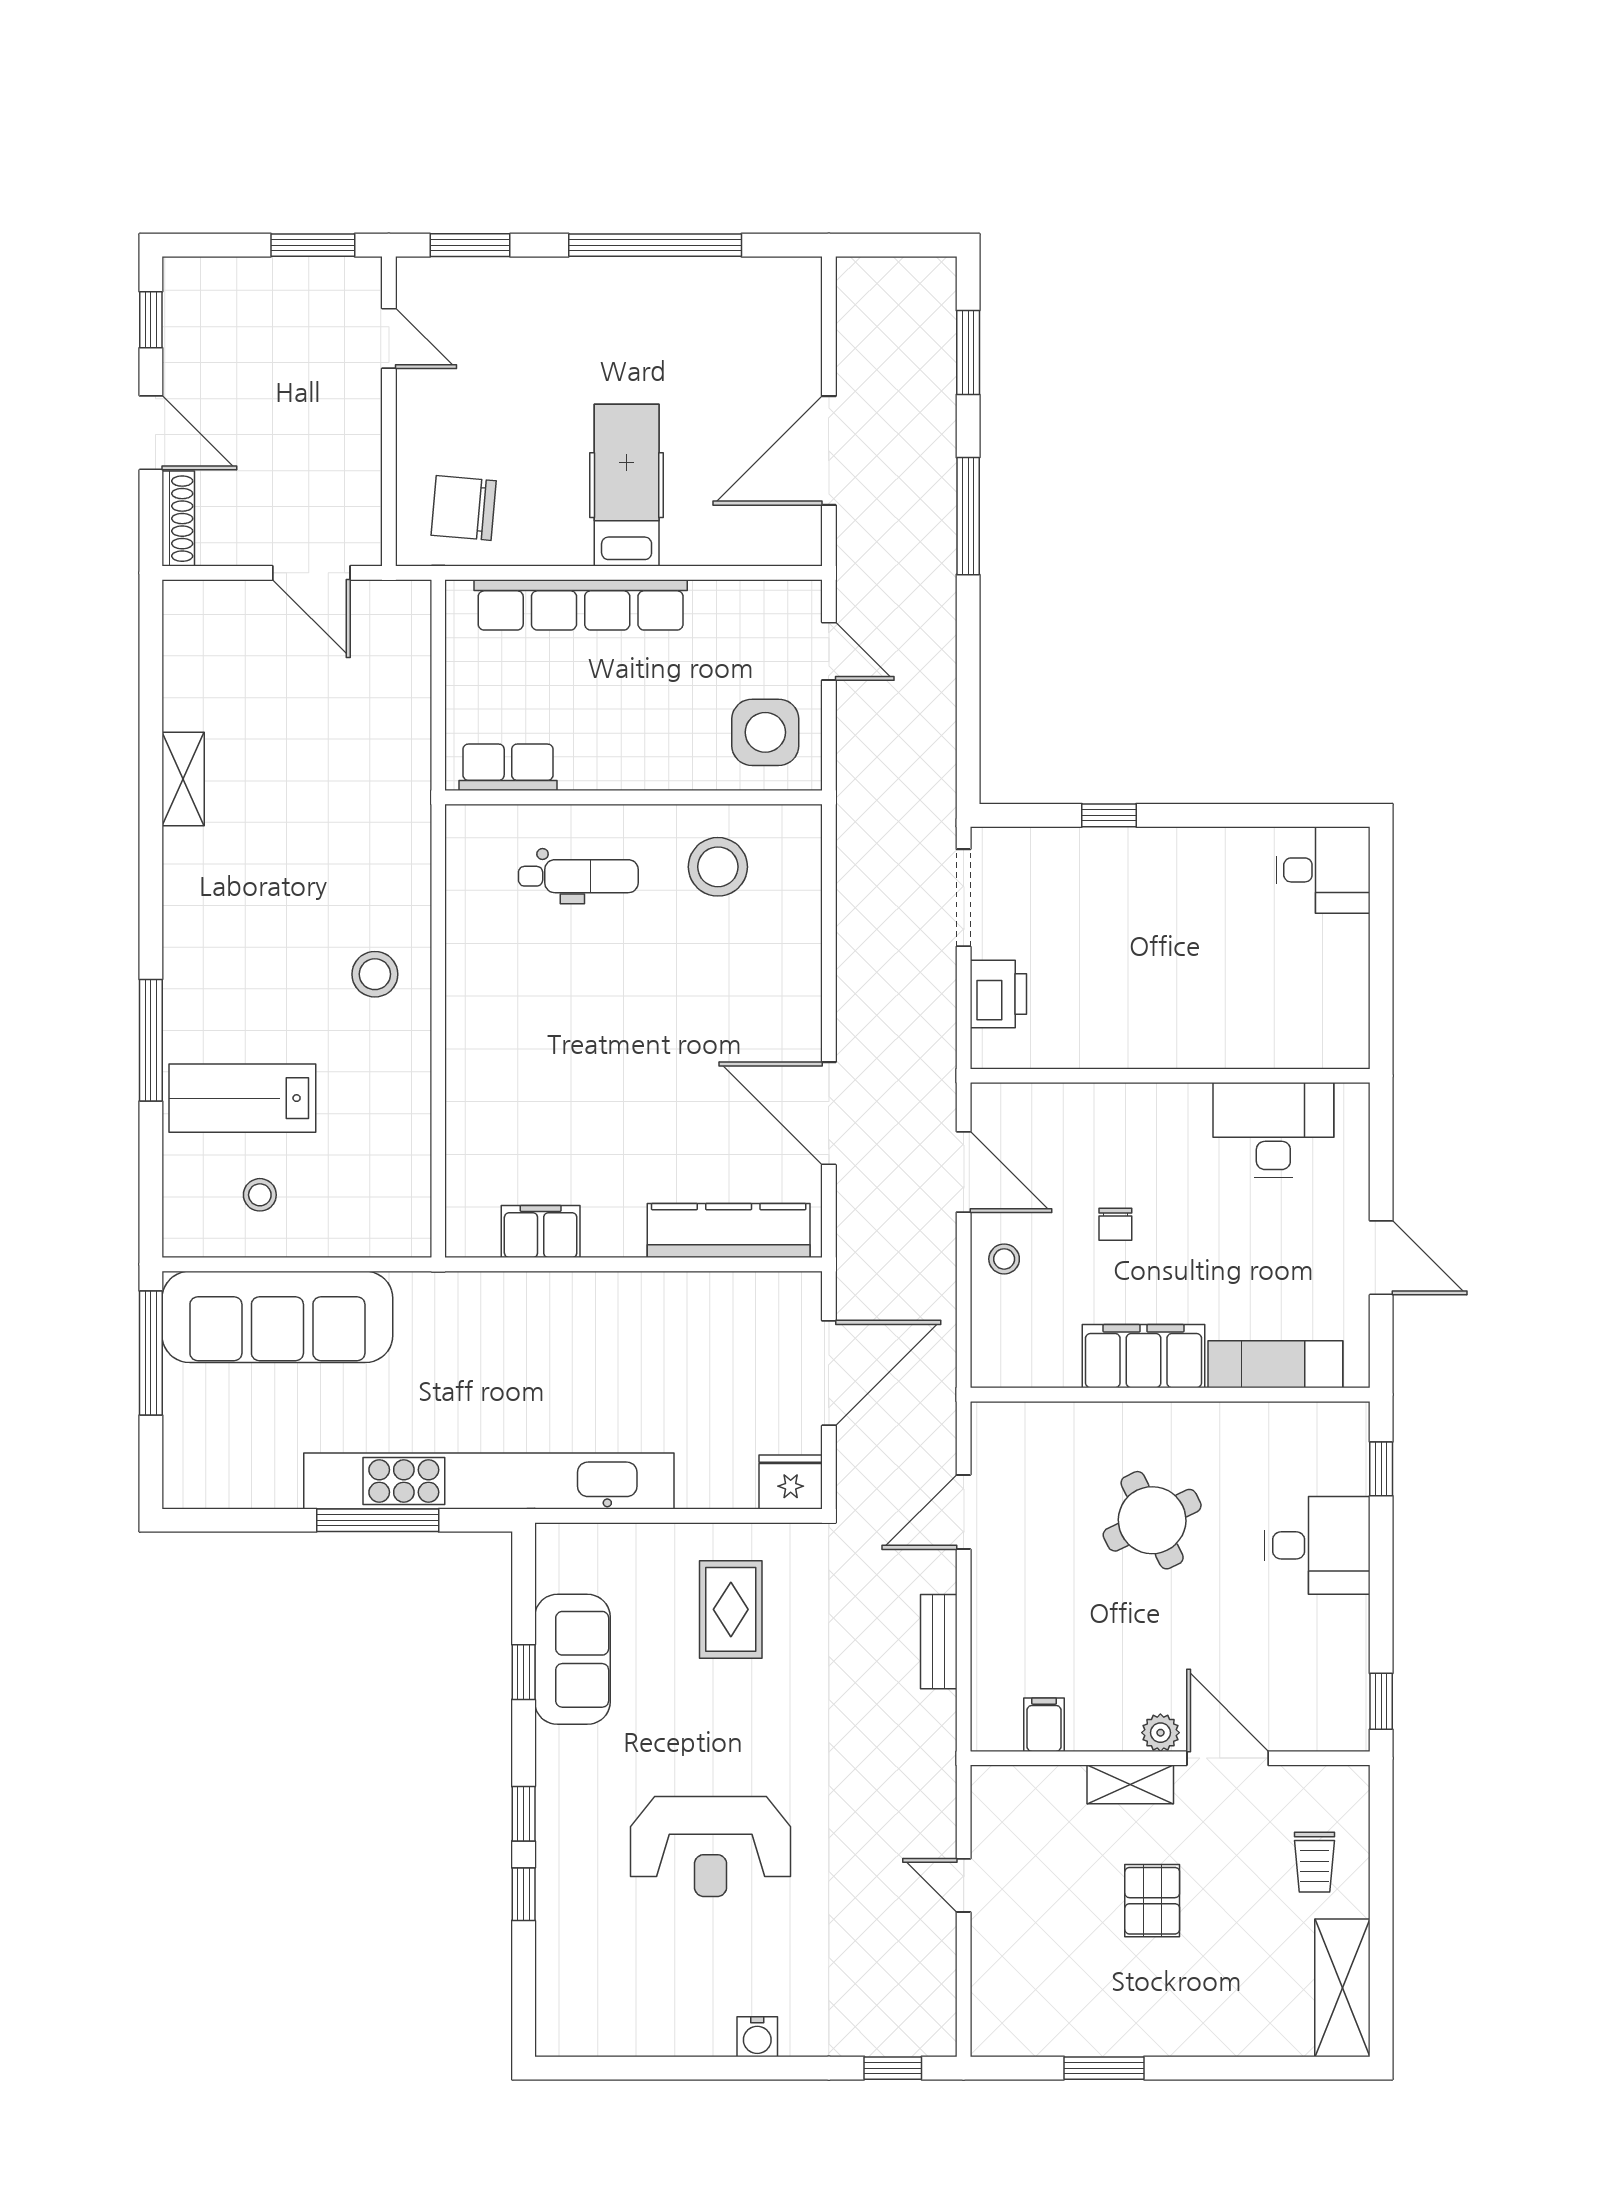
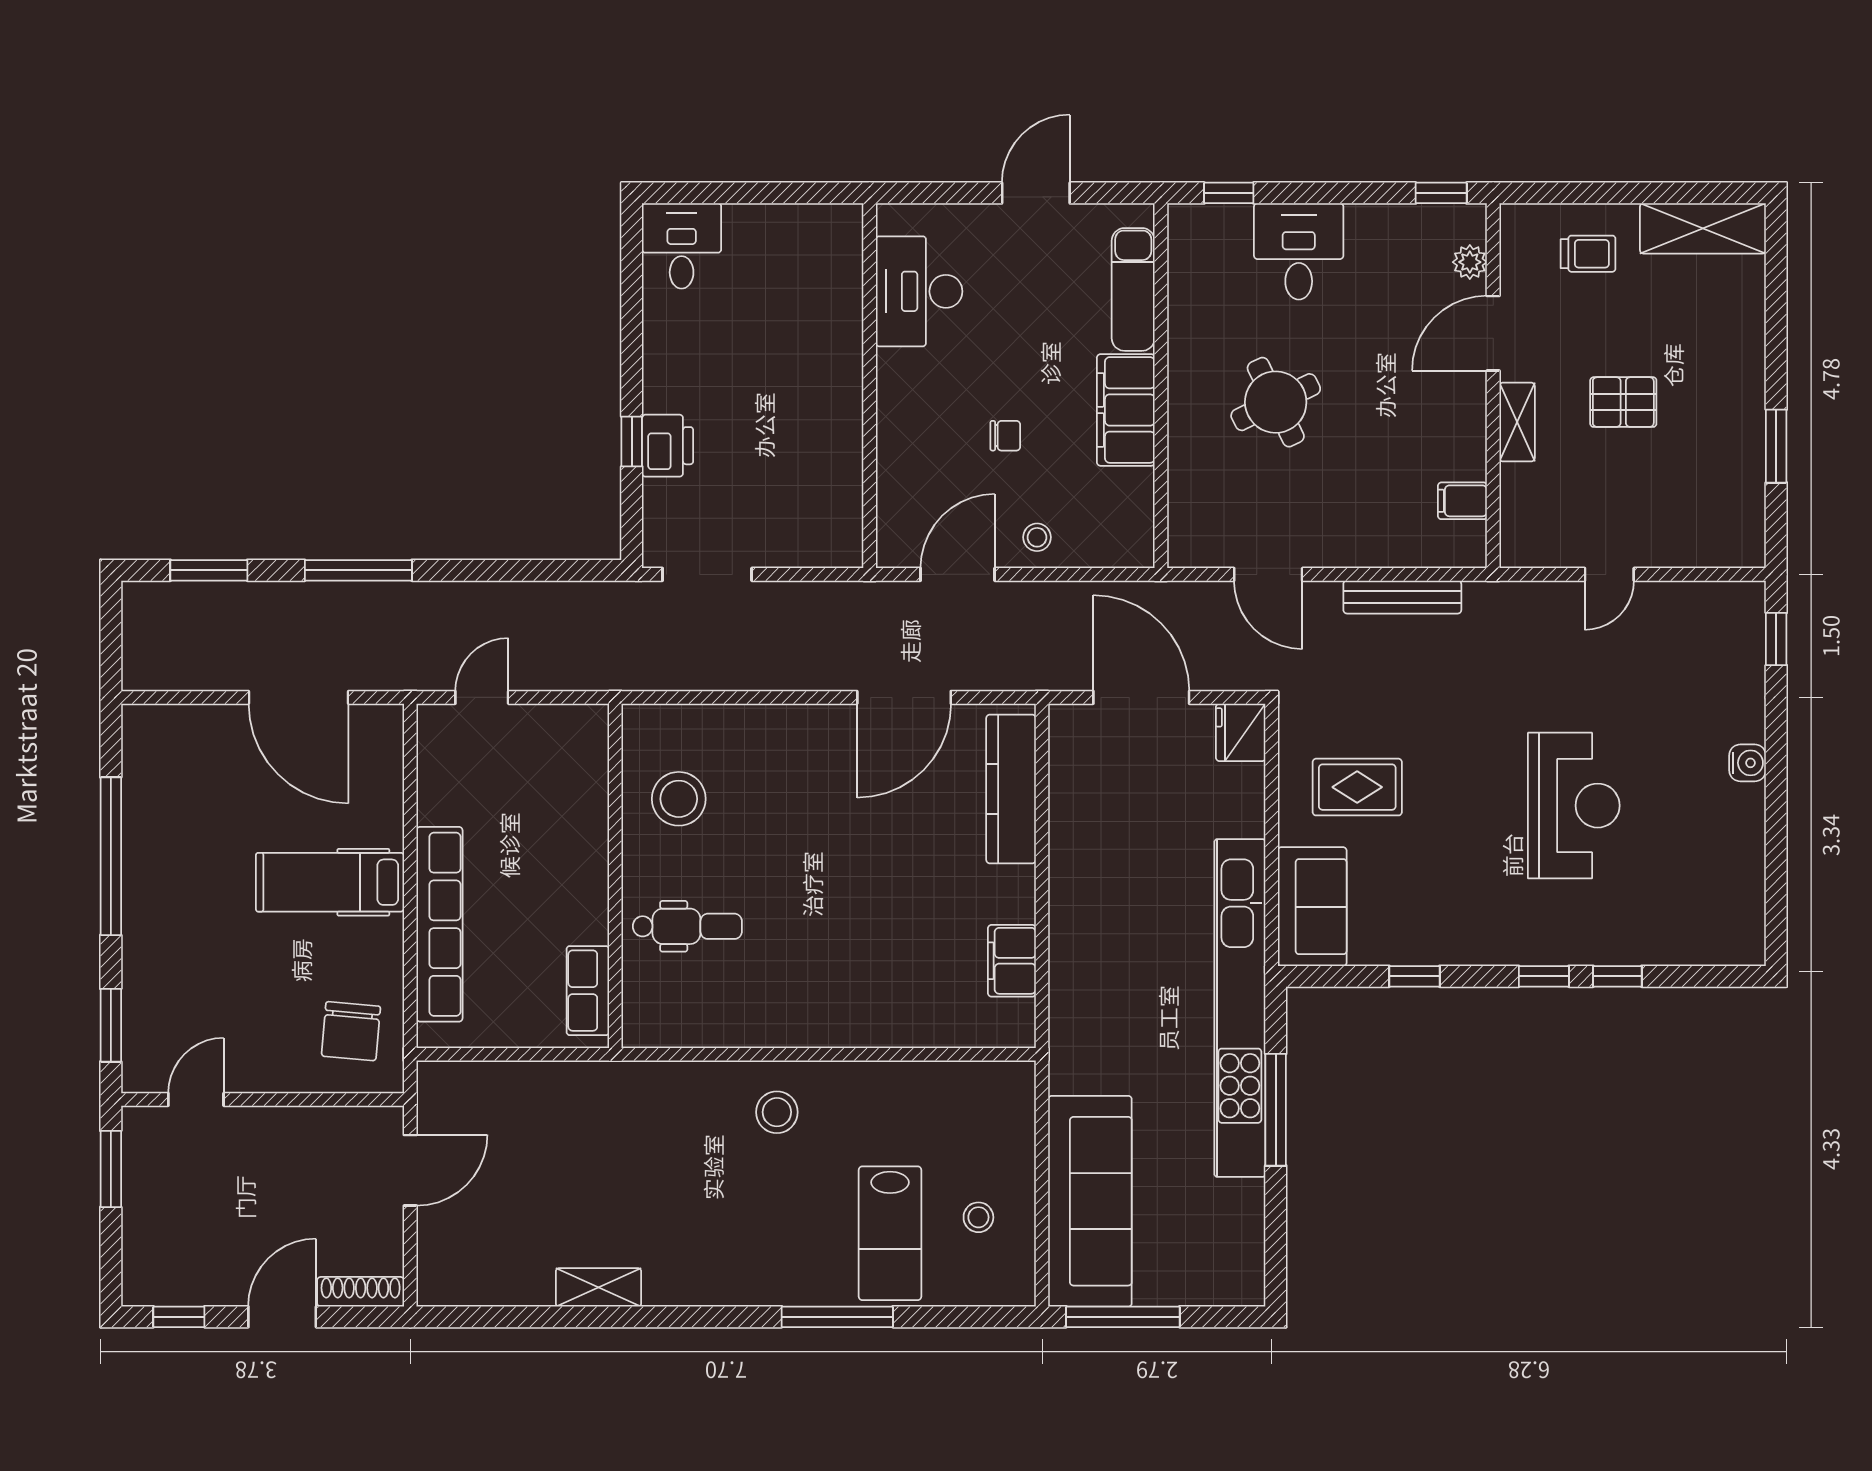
side table: (765, 732) -> (556, 756), removed
dental chair: (578, 876) -> (687, 926), turned 90
printer: (998, 994) -> (668, 446), moved, turned 90
bench: (939, 1642) -> (1402, 597), width x1.36
sofa: (572, 1659) -> (1312, 907), moved, turned 90
plant: (1160, 1733) -> (1470, 262), moved

